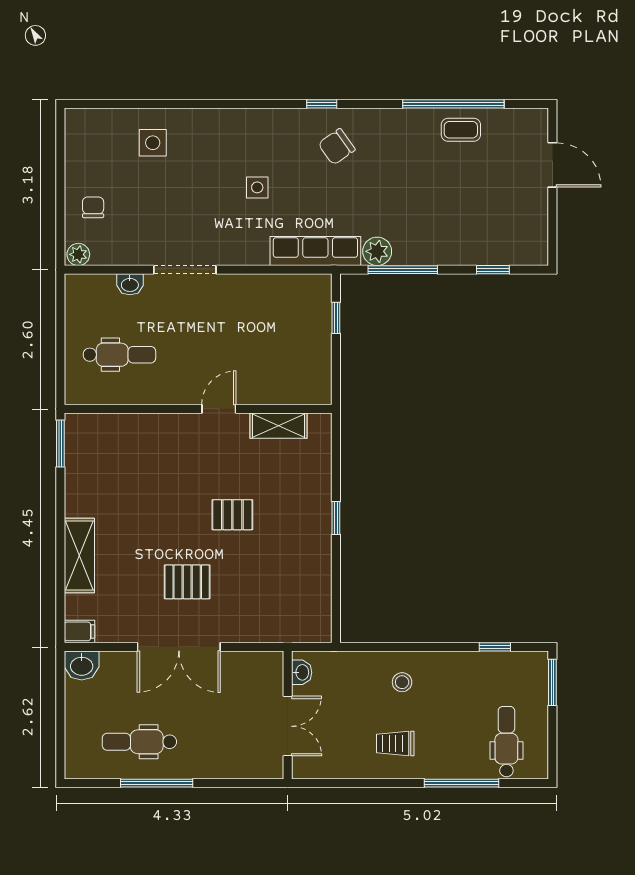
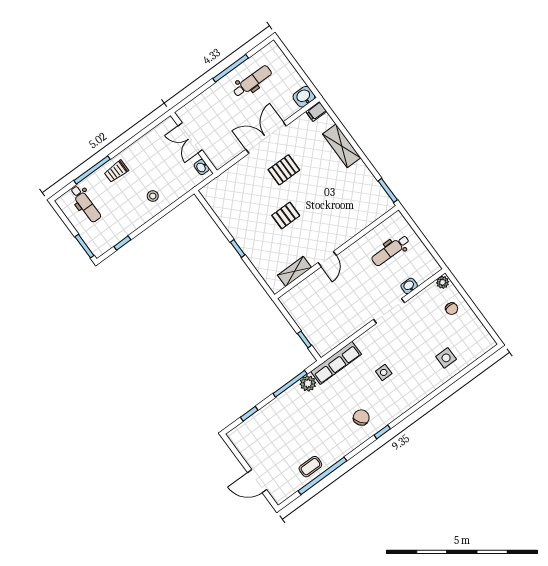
trolley: (395, 743) -> (116, 171), moved, turned 180

